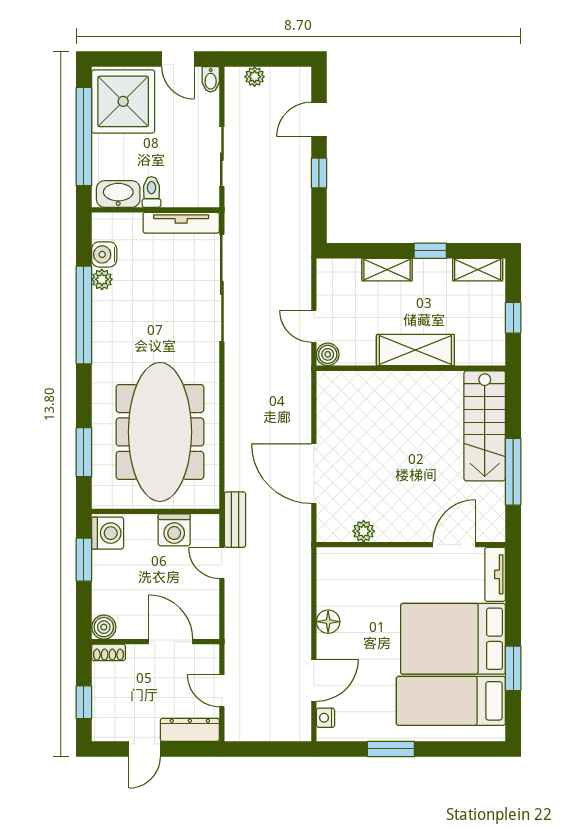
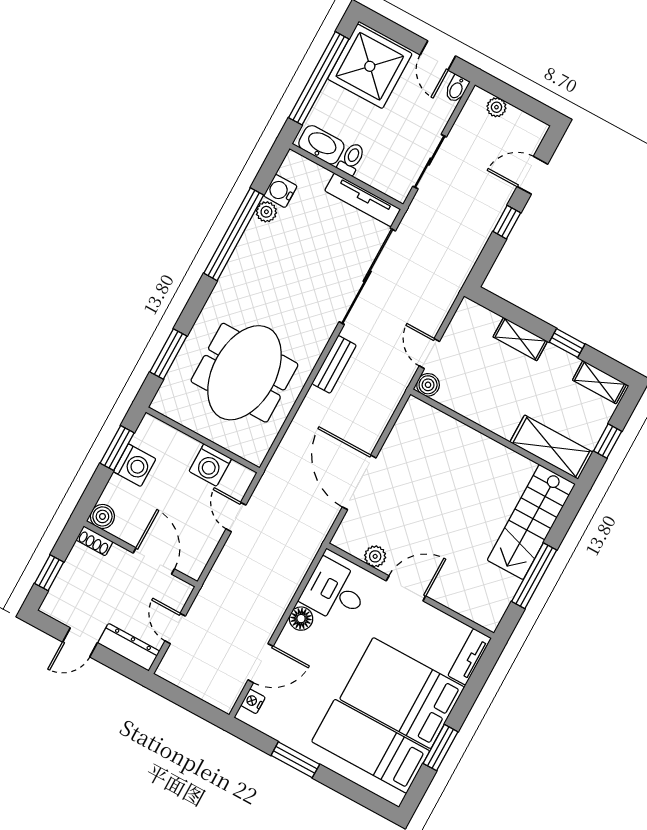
shelving: (415, 350) -> (551, 447), moved
meeting table: (160, 432) -> (244, 373), width x0.73
bench: (235, 520) -> (334, 364), moved
washing machine: (108, 533) -> (135, 465), moved
door: (454, 545) -> (406, 588), moved
desk: (345, 582) -> (335, 591), added

